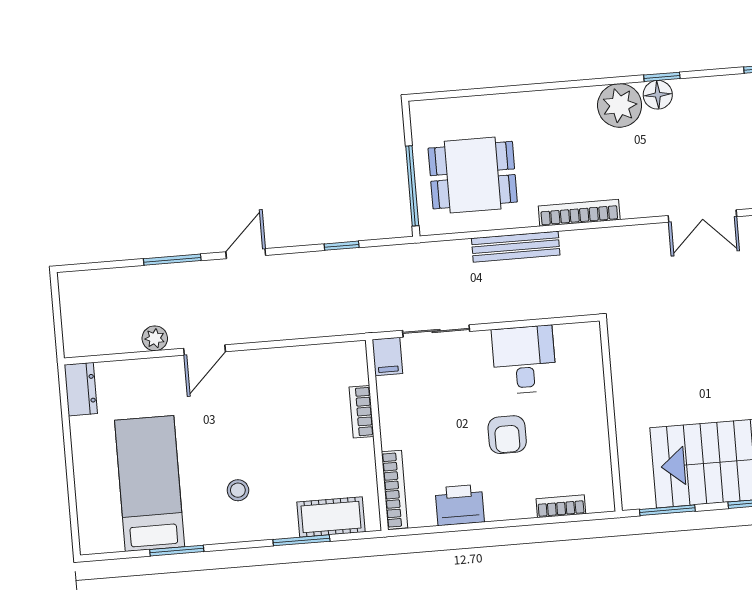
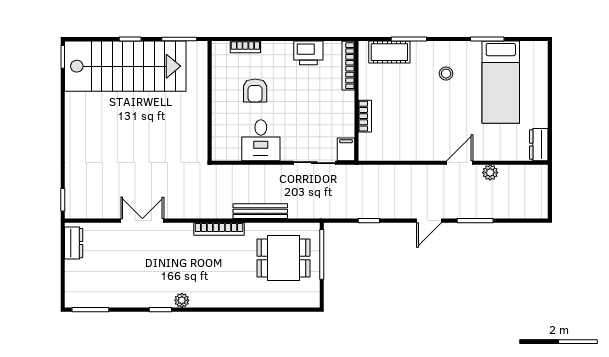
floor lamp: (658, 95) -> (164, 299), removed
plant: (620, 105) -> (182, 300), width x0.53, depth x0.53
armchair: (507, 435) -> (255, 90), moved, turned 180

